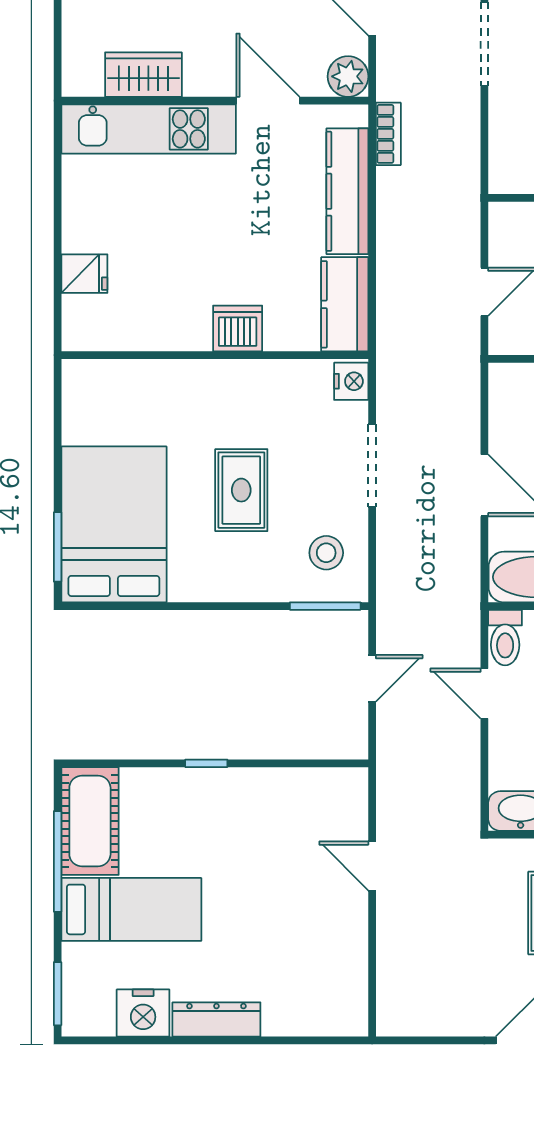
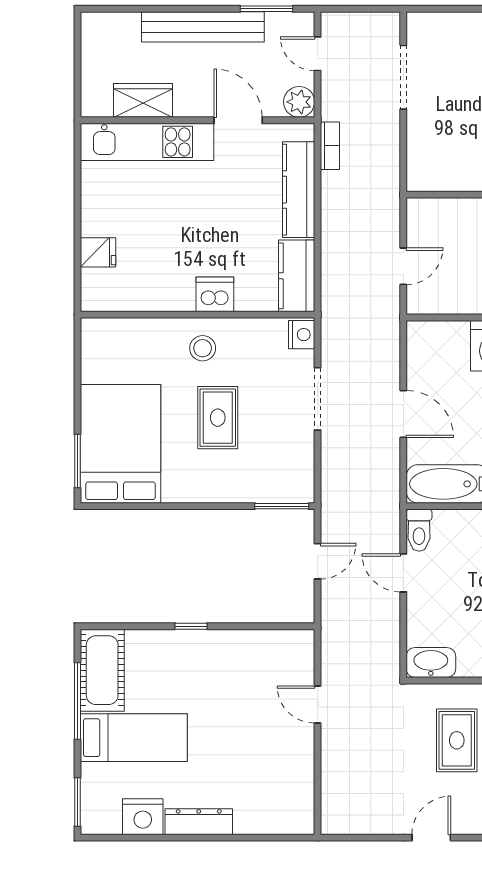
stool: (326, 553) -> (203, 348), moved

